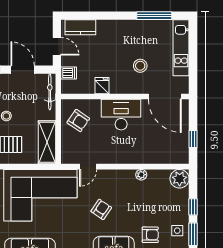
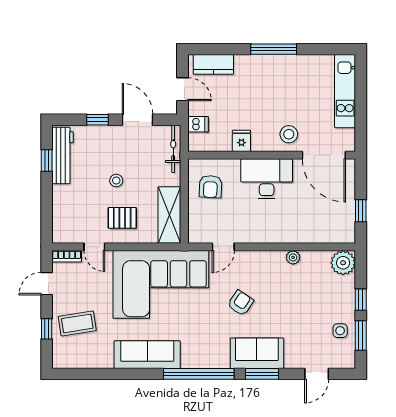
window: (154, 16) -> (274, 49), moved
stool: (140, 66) -> (289, 134), moved
armchair: (78, 121) -> (210, 187), turned 59
armchair: (150, 235) -> (305, 336), removed

